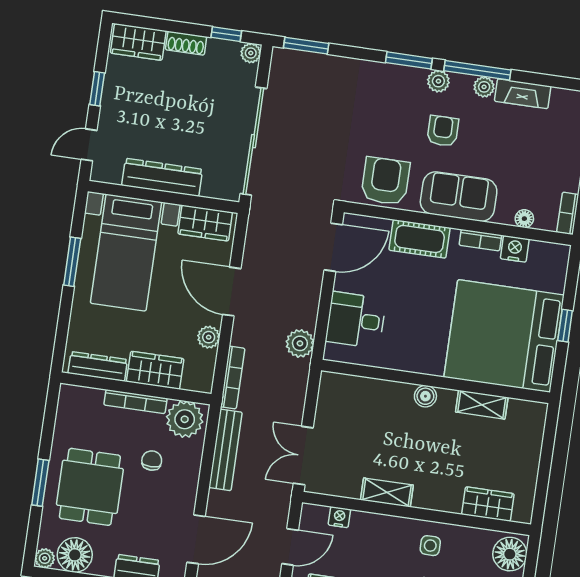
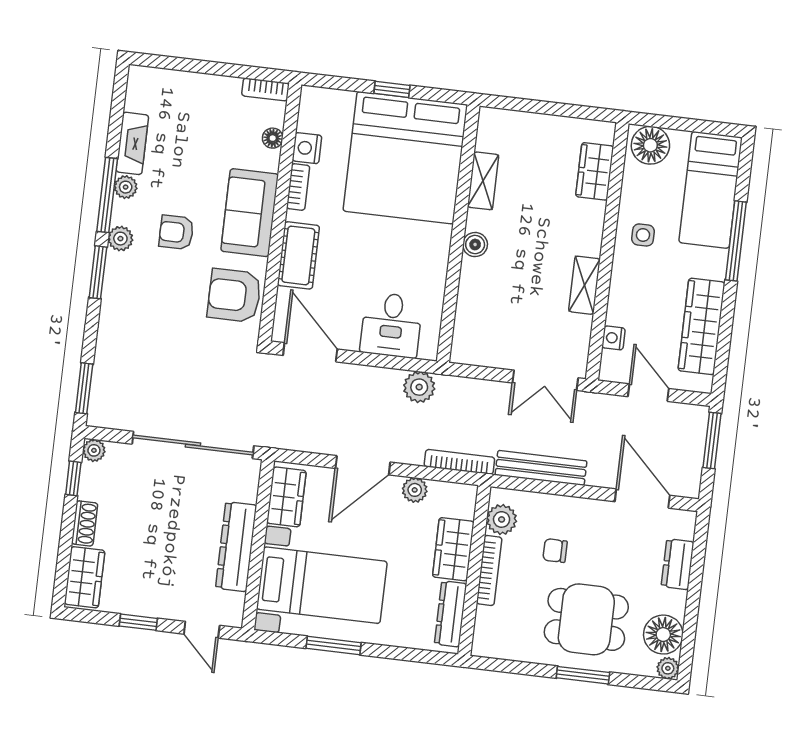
plant: (185, 419) -> (502, 519), width x0.73, depth x0.73

